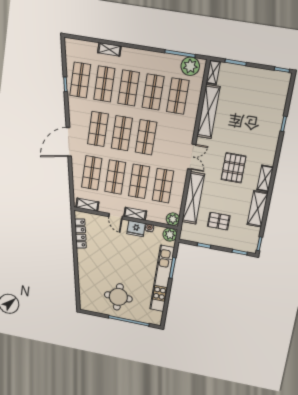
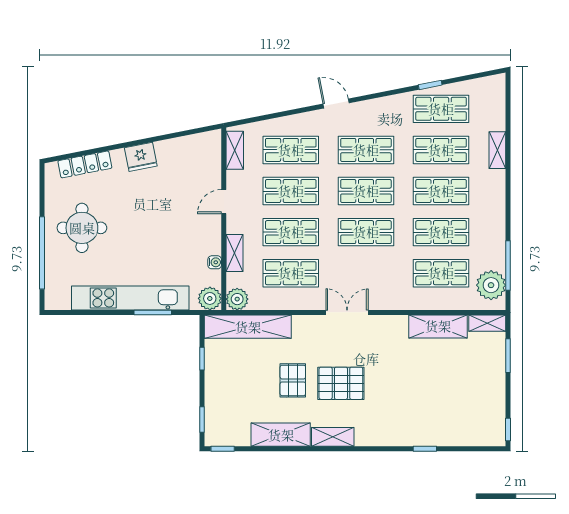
shelving: (208, 112) -> (438, 326), width x0.68
door: (69, 142) -> (336, 103), width x0.53
double door: (192, 157) -> (347, 312), swing flipped
shelving: (193, 198) -> (248, 327), moved
shelving: (135, 214) -> (234, 253), moved
pallet: (219, 221) -> (293, 380), moved
fridge: (136, 229) -> (141, 157), moved, turned -101
locker: (80, 234) -> (85, 164), moved

